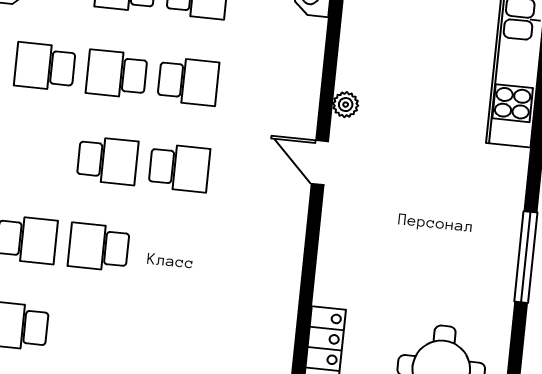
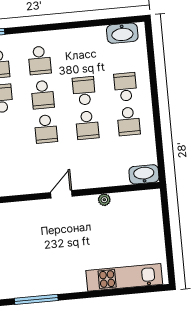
school desk: (45, 67) -> (39, 60), moved, turned 180
plant: (346, 105) -> (104, 200), moved

